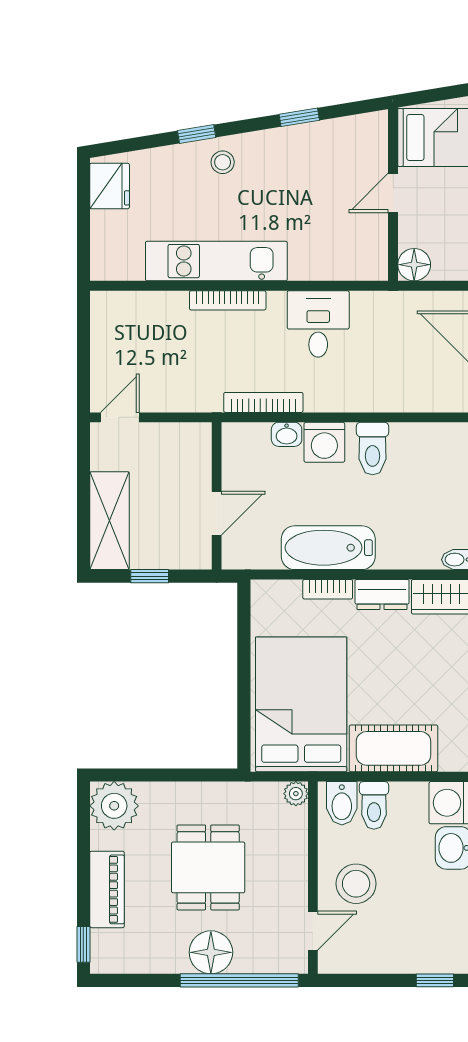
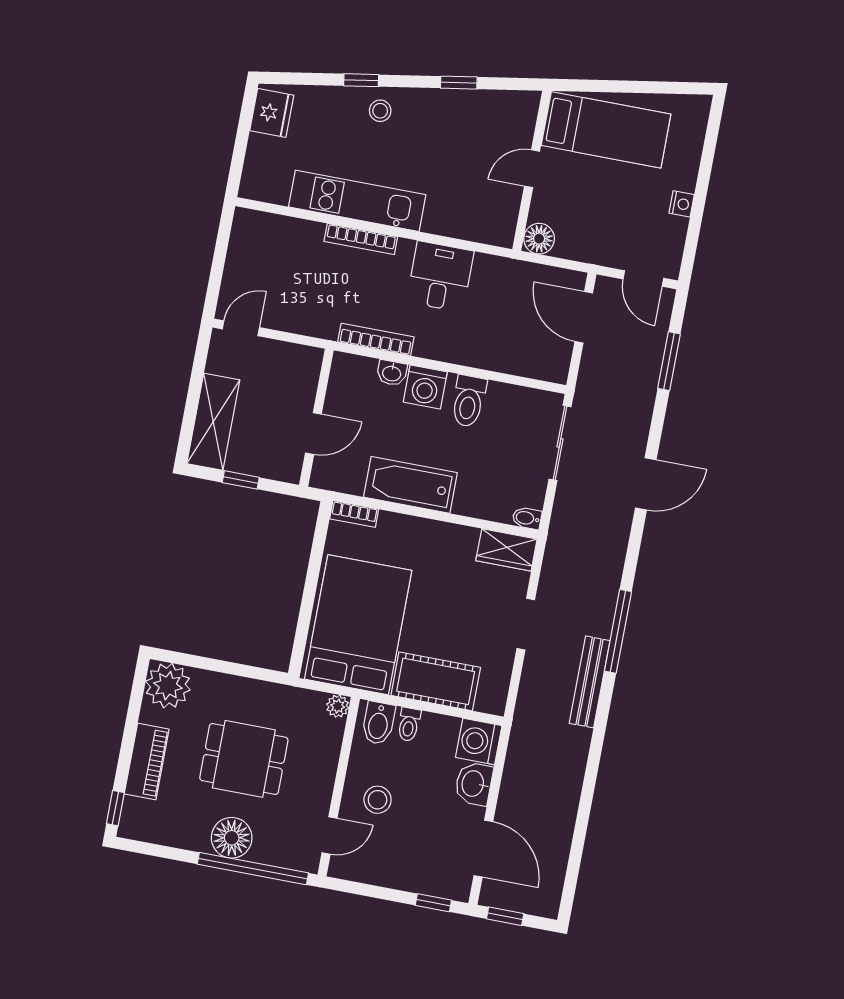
bookcase: (328, 589) -> (354, 514), moved
dresser: (382, 595) -> (452, 537), removed
toilet: (374, 805) -> (409, 724), width x0.73, depth x0.72
dining table: (208, 867) -> (244, 759), turned 90
stool: (356, 884) -> (378, 800), width x0.73, depth x0.73

